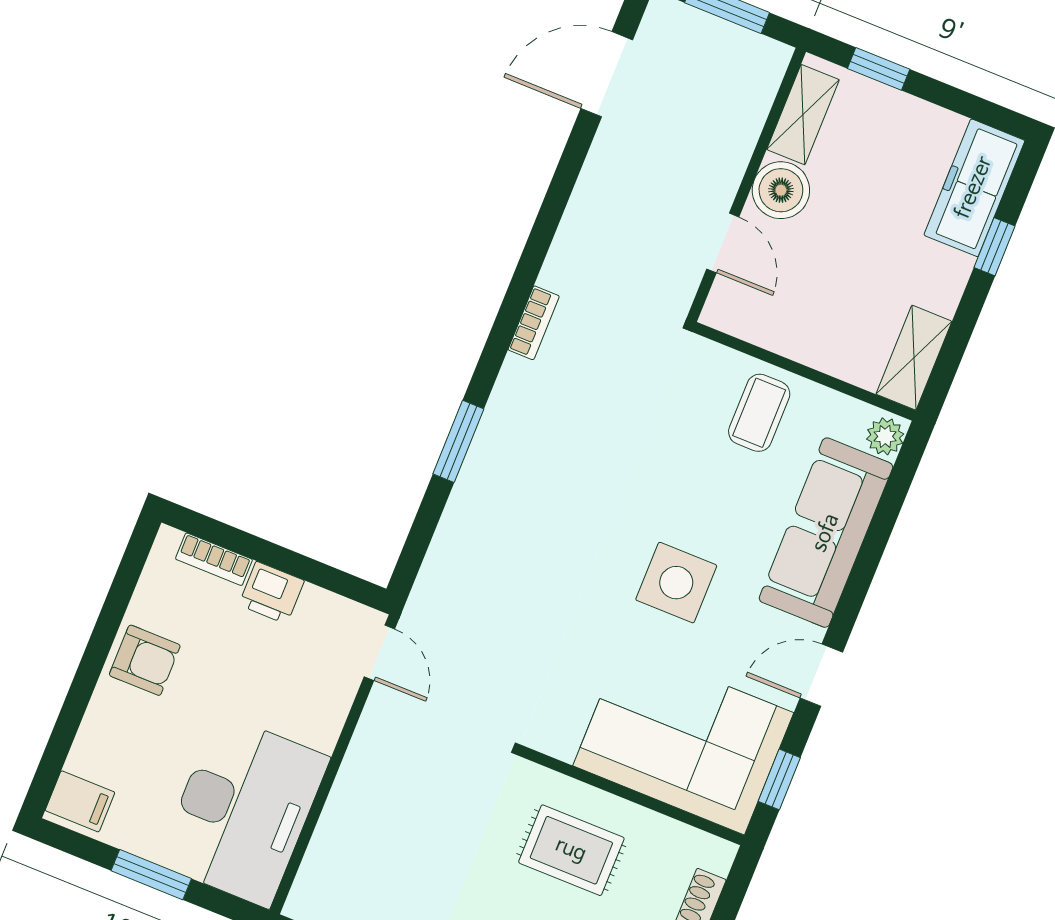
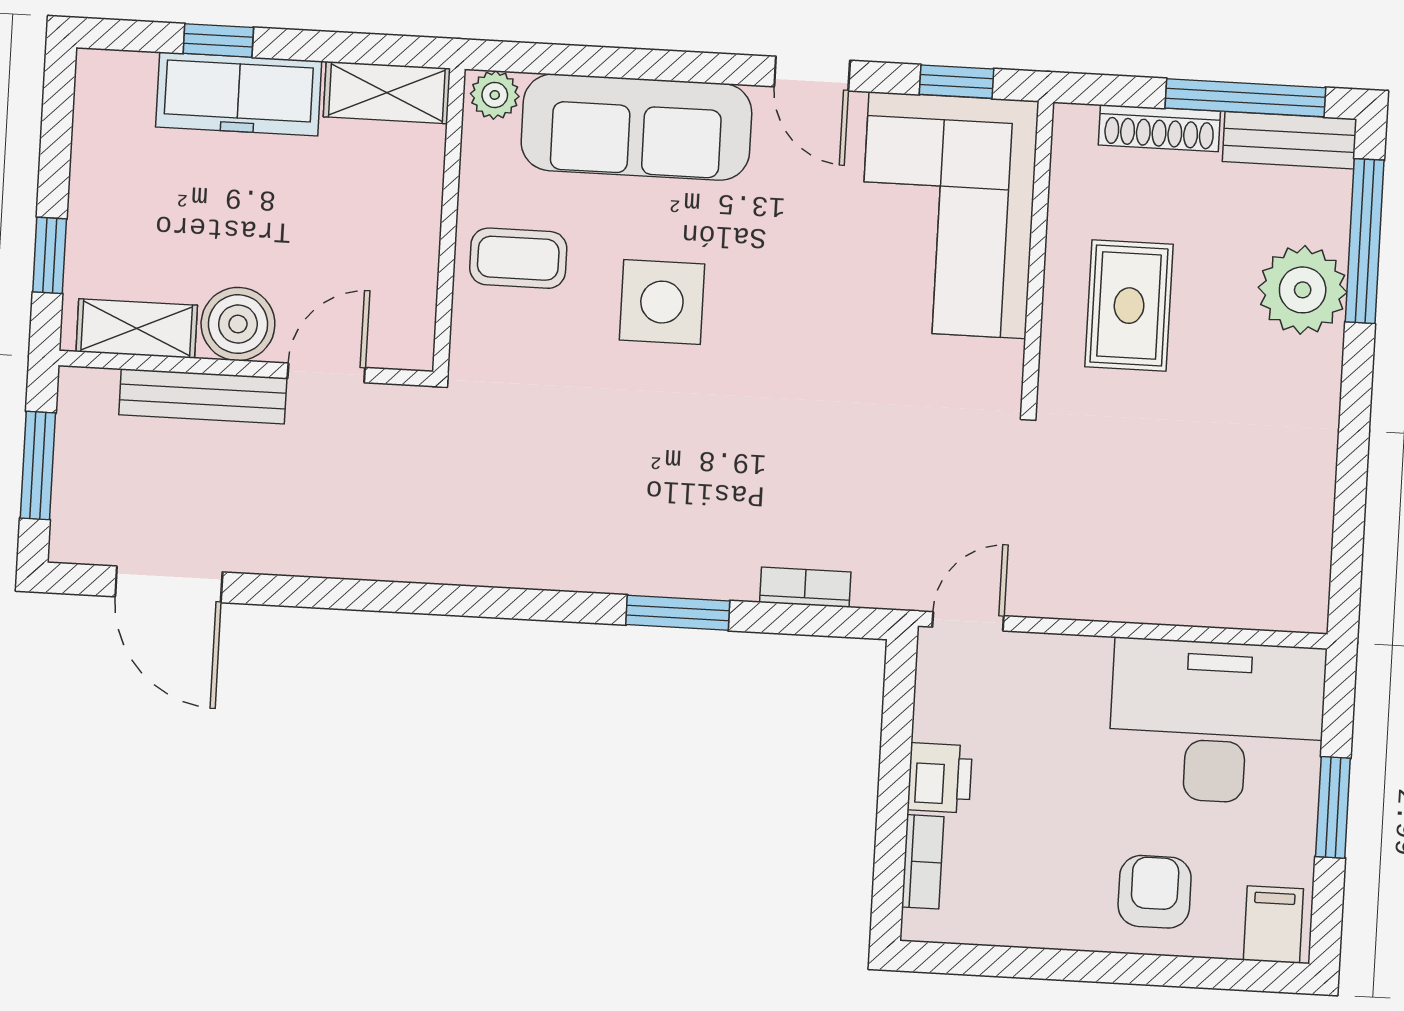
bench: (737, 146) -> (203, 396), added
freezer: (974, 188) -> (239, 94), moved
bookcase: (534, 323) -> (805, 587), moved
side table: (676, 583) -> (662, 302), moved
armchair: (145, 660) -> (1155, 892), moved

